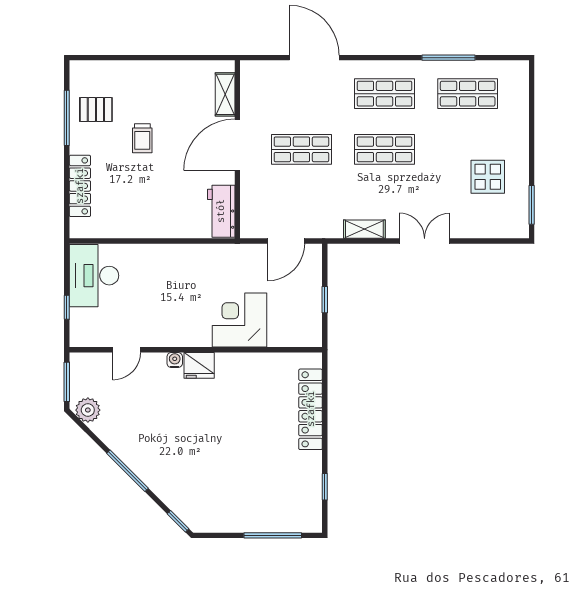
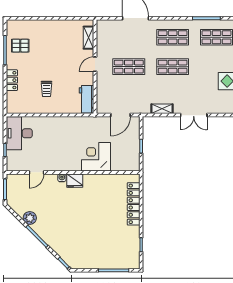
trolley: (142, 138) -> (47, 89), moved
door: (237, 145) -> (95, 64), width x0.53
locker: (80, 186) -> (12, 80), width x0.66
double door: (425, 241) -> (194, 115), swing flipped
plant: (88, 410) -> (30, 218), moved

